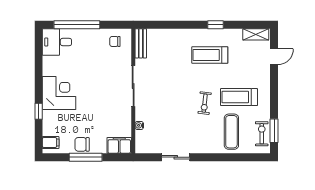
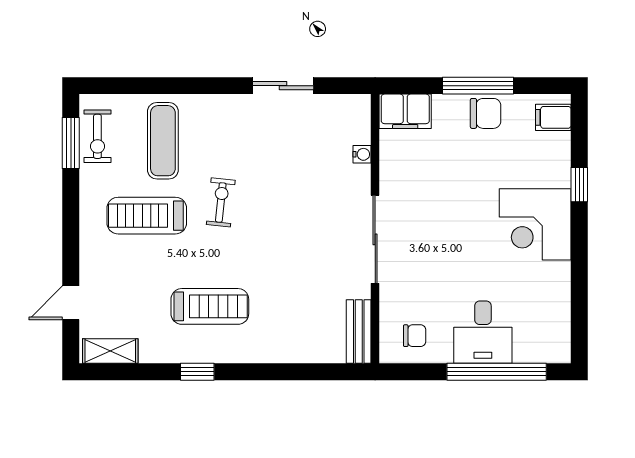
desk: (57, 42) -> (483, 332), moved, turned 90
treadmill: (239, 97) -> (147, 216), turned 180

